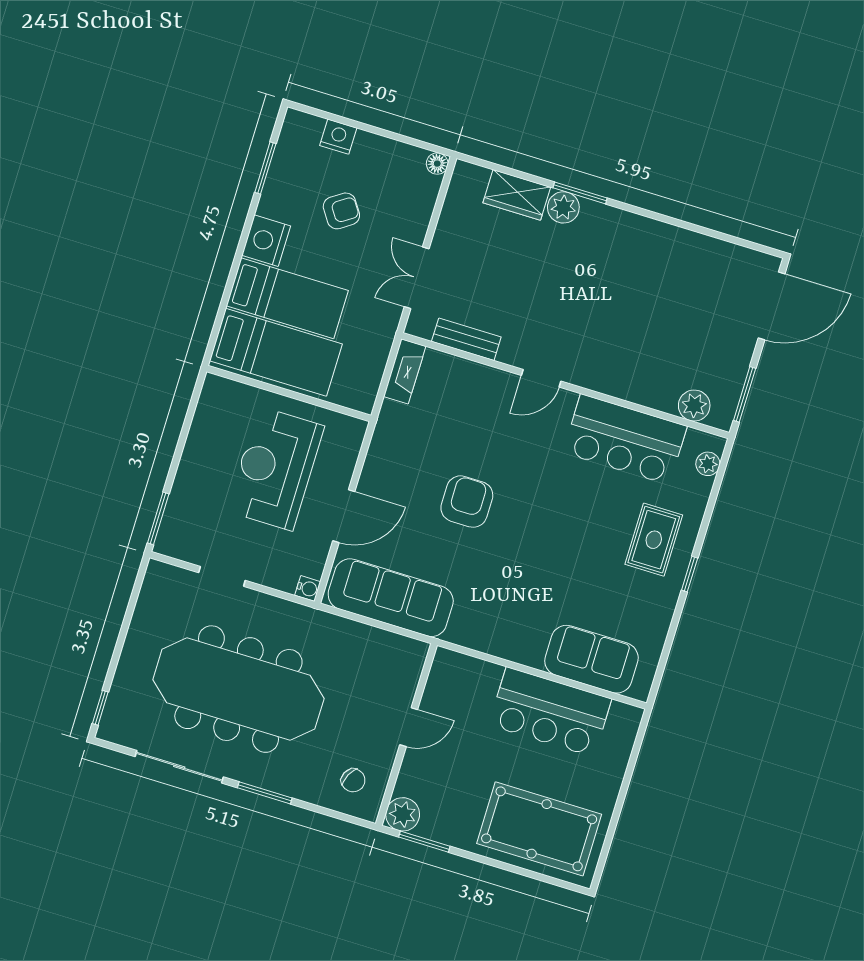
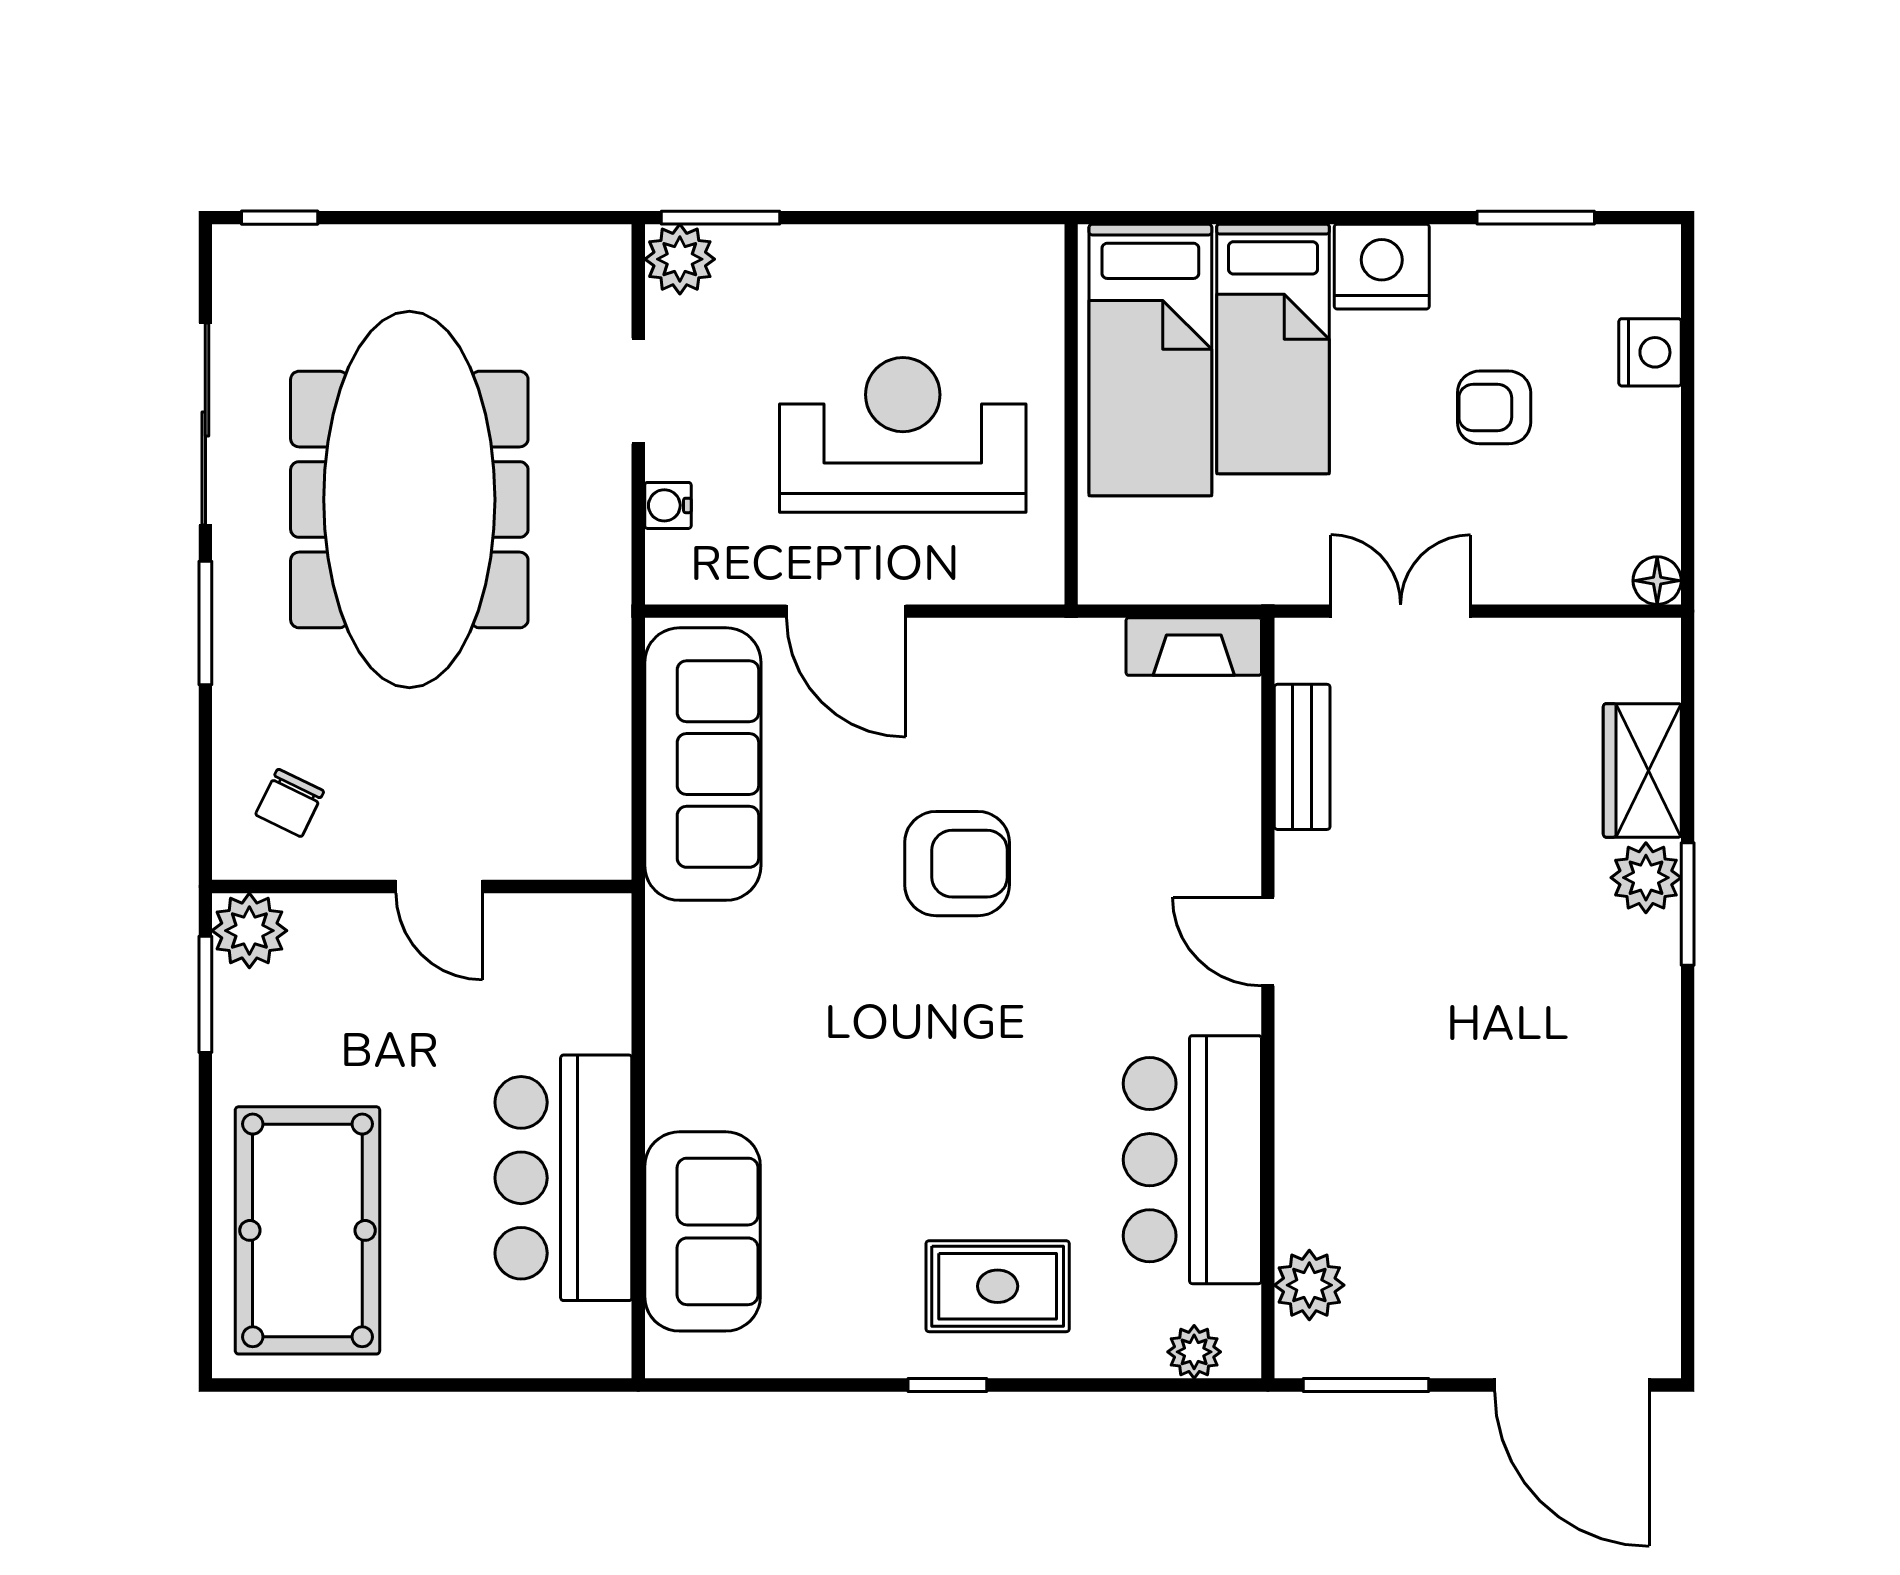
armchair: (341, 211) -> (1494, 407), turned 124
plant: (171, 541) -> (680, 259), added
water cooler: (308, 588) -> (668, 505), moved, turned 90

